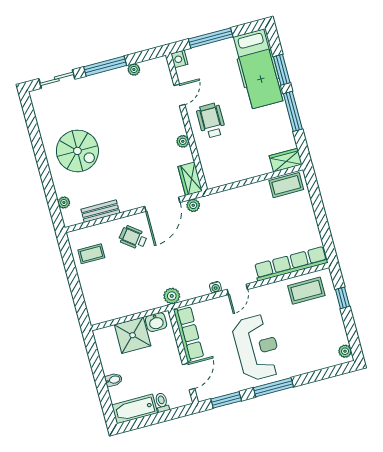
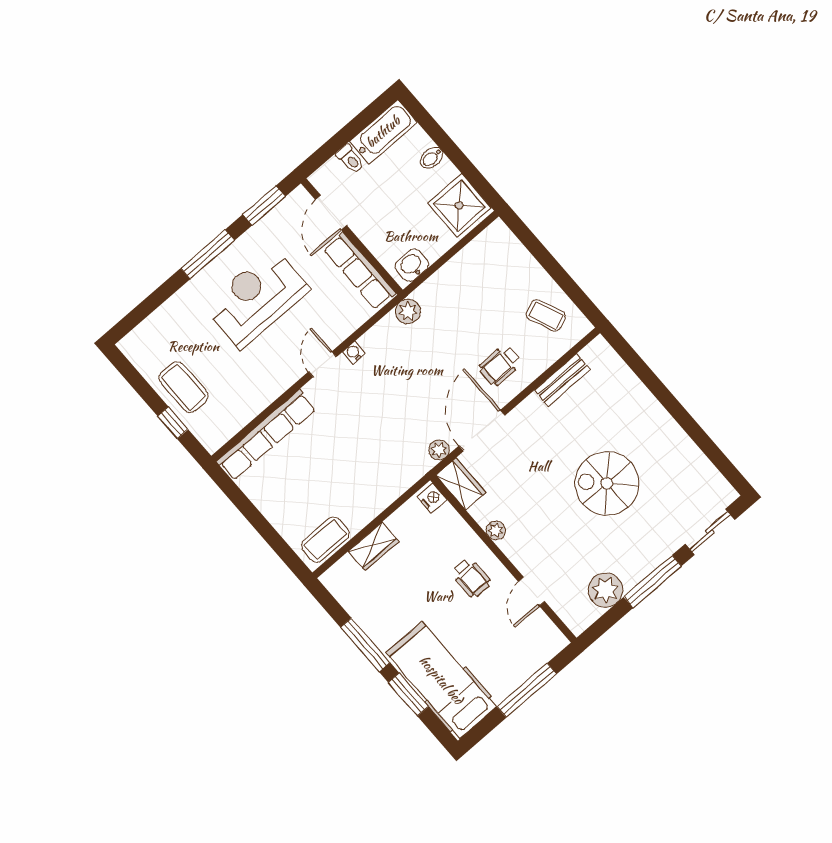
nightstand: (179, 59) -> (432, 498), moved
plant: (134, 70) -> (605, 590), width x1.88, depth x1.88
wheelchair: (211, 121) -> (471, 578), width x0.73, depth x0.73
spiral stairs: (77, 151) -> (607, 483), moved
wardrobe: (286, 160) -> (374, 546), moved
plant: (64, 203) -> (618, 367), removed
wheelchair: (133, 238) -> (500, 366), turned 142
coffee table: (91, 254) -> (546, 315), turned 67
coffee table: (306, 291) -> (184, 387), moved, turned 90
shower: (133, 335) -> (459, 205), moved
reception desk: (257, 348) -> (257, 298), turned 90
plant: (345, 351) -> (134, 352), removed

